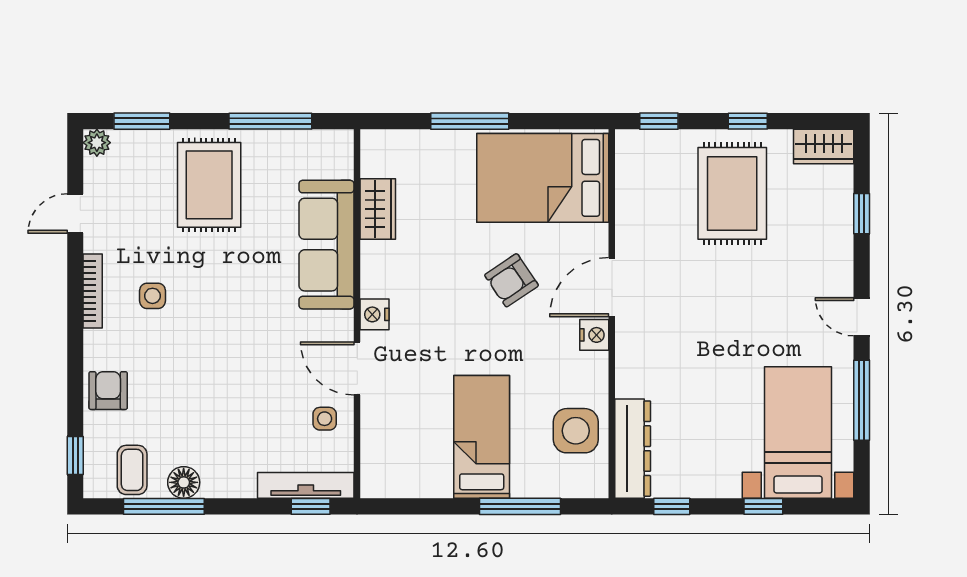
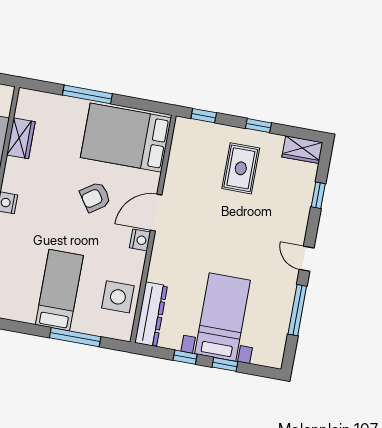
rug: (732, 193) -> (241, 168), width x0.73, depth x0.70
bed with nightstands: (798, 432) -> (222, 317), moved
window: (672, 506) -> (185, 357), moved

